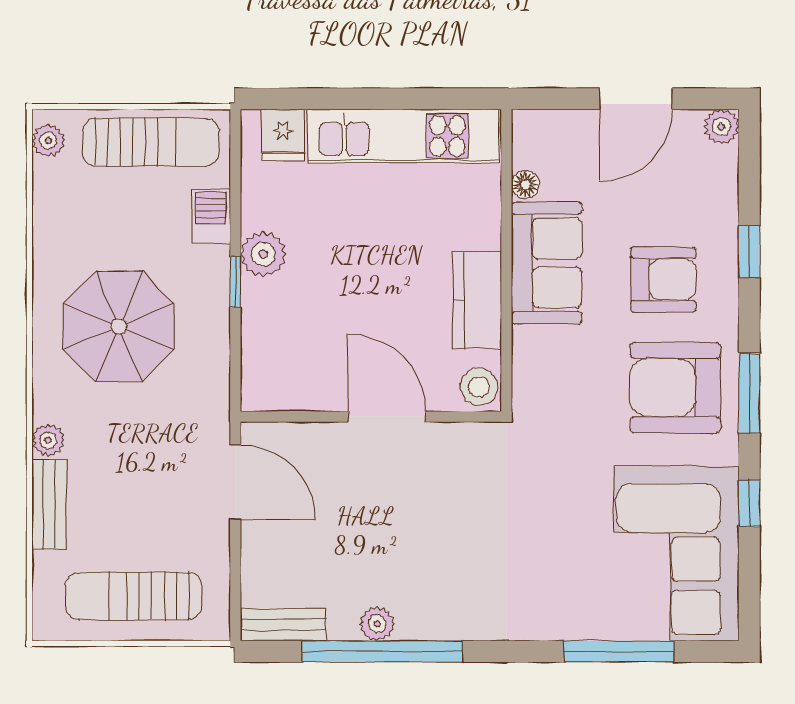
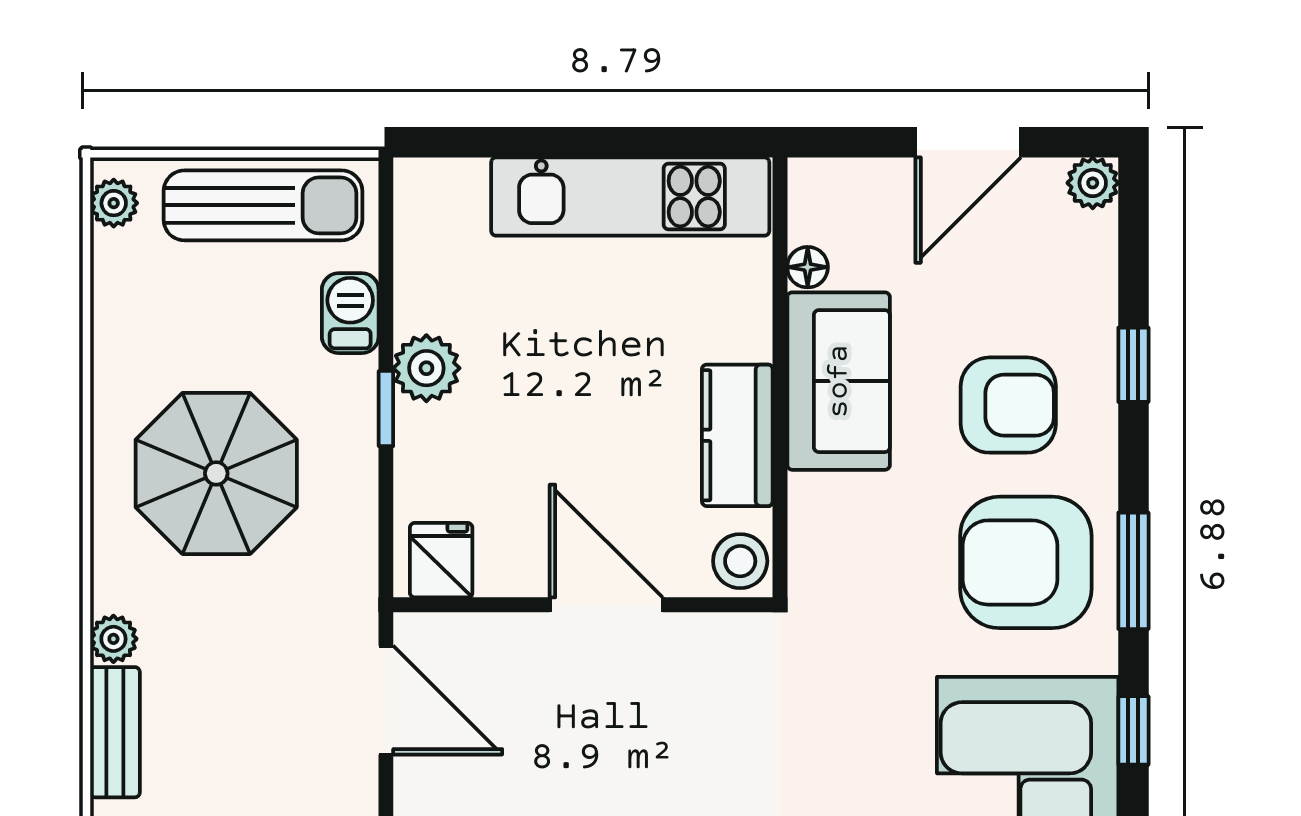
fridge: (283, 135) -> (441, 560), moved, turned 180

